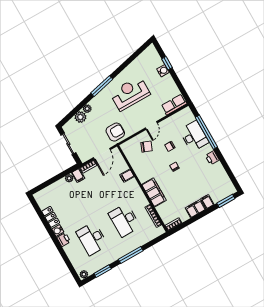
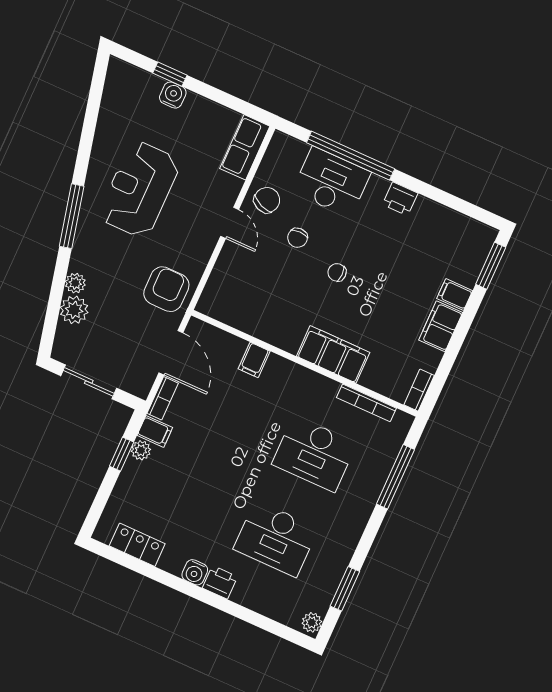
chair: (147, 147) -> (267, 200), moved
window: (62, 175) -> (122, 454), added
locker: (51, 217) -> (137, 545), moved
window: (131, 255) -> (395, 477), moved

